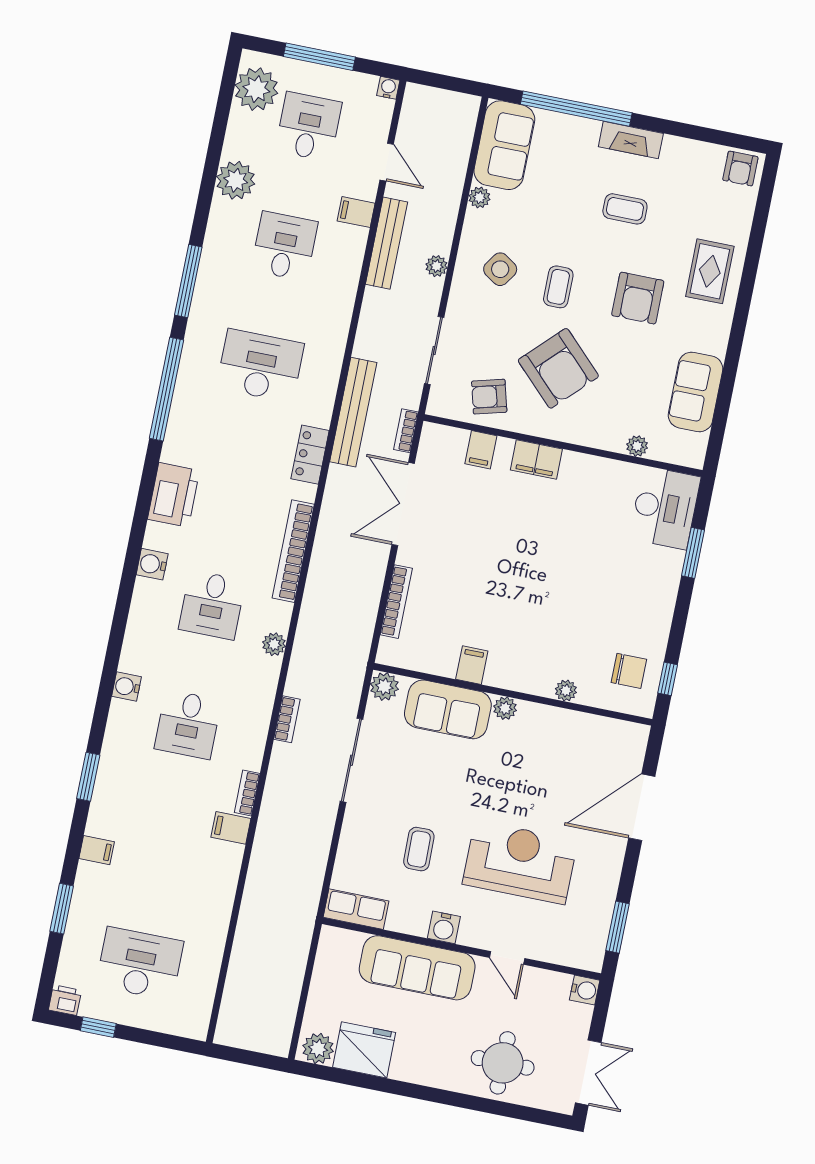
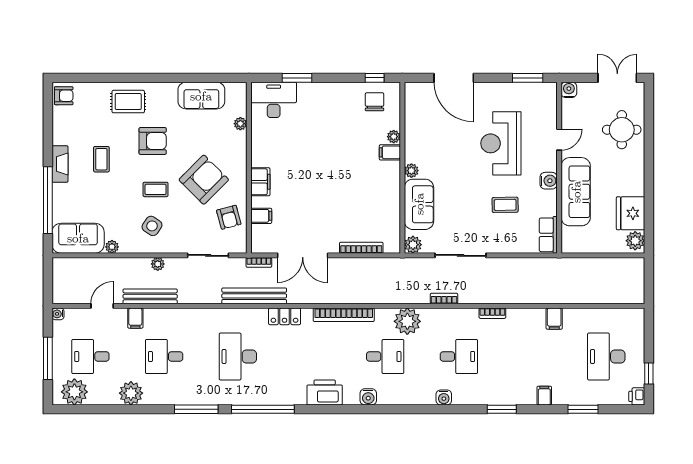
plant: (274, 644) -> (407, 321), width x1.88, depth x1.88
filing cabinet: (472, 665) -> (390, 152), moved
filing cabinet: (231, 828) -> (554, 319), moved

